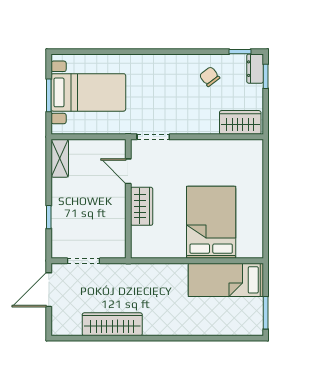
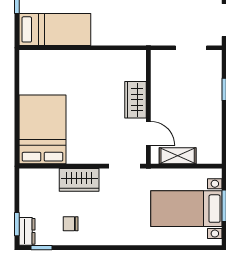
chair: (210, 77) -> (71, 224), turned 127
wardrobe: (240, 122) -> (79, 180), moved
shelving: (60, 158) -> (178, 156), moved, turned 90
bed: (211, 222) -> (42, 129), moved, turned 180

